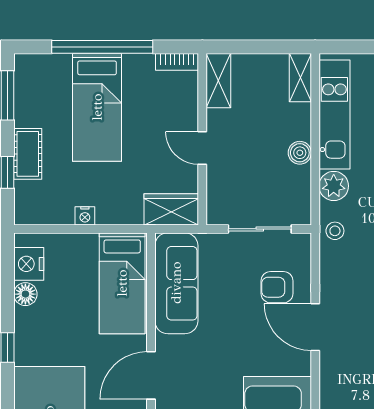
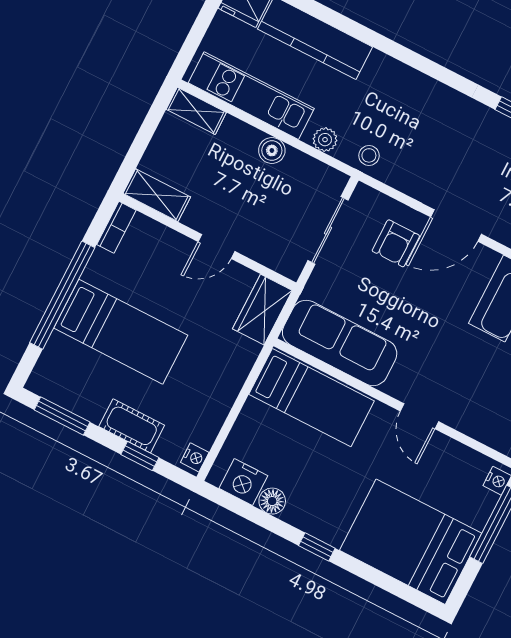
plant: (334, 186) -> (325, 140), width x0.73, depth x0.73
nightstand: (85, 216) -> (195, 457), moved
door: (151, 375) -> (420, 416), width x0.73

